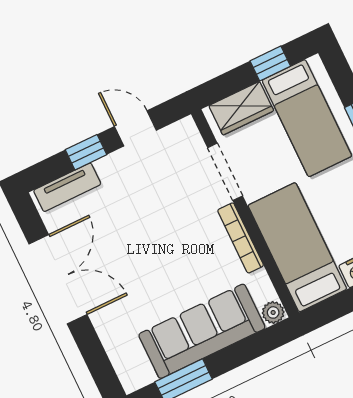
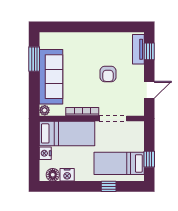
wardrobe: (241, 108) -> (136, 138), removed
window: (86, 152) -> (149, 51), moved
armchair: (143, 223) -> (108, 74), added
double door: (58, 279) -> (102, 27), removed

